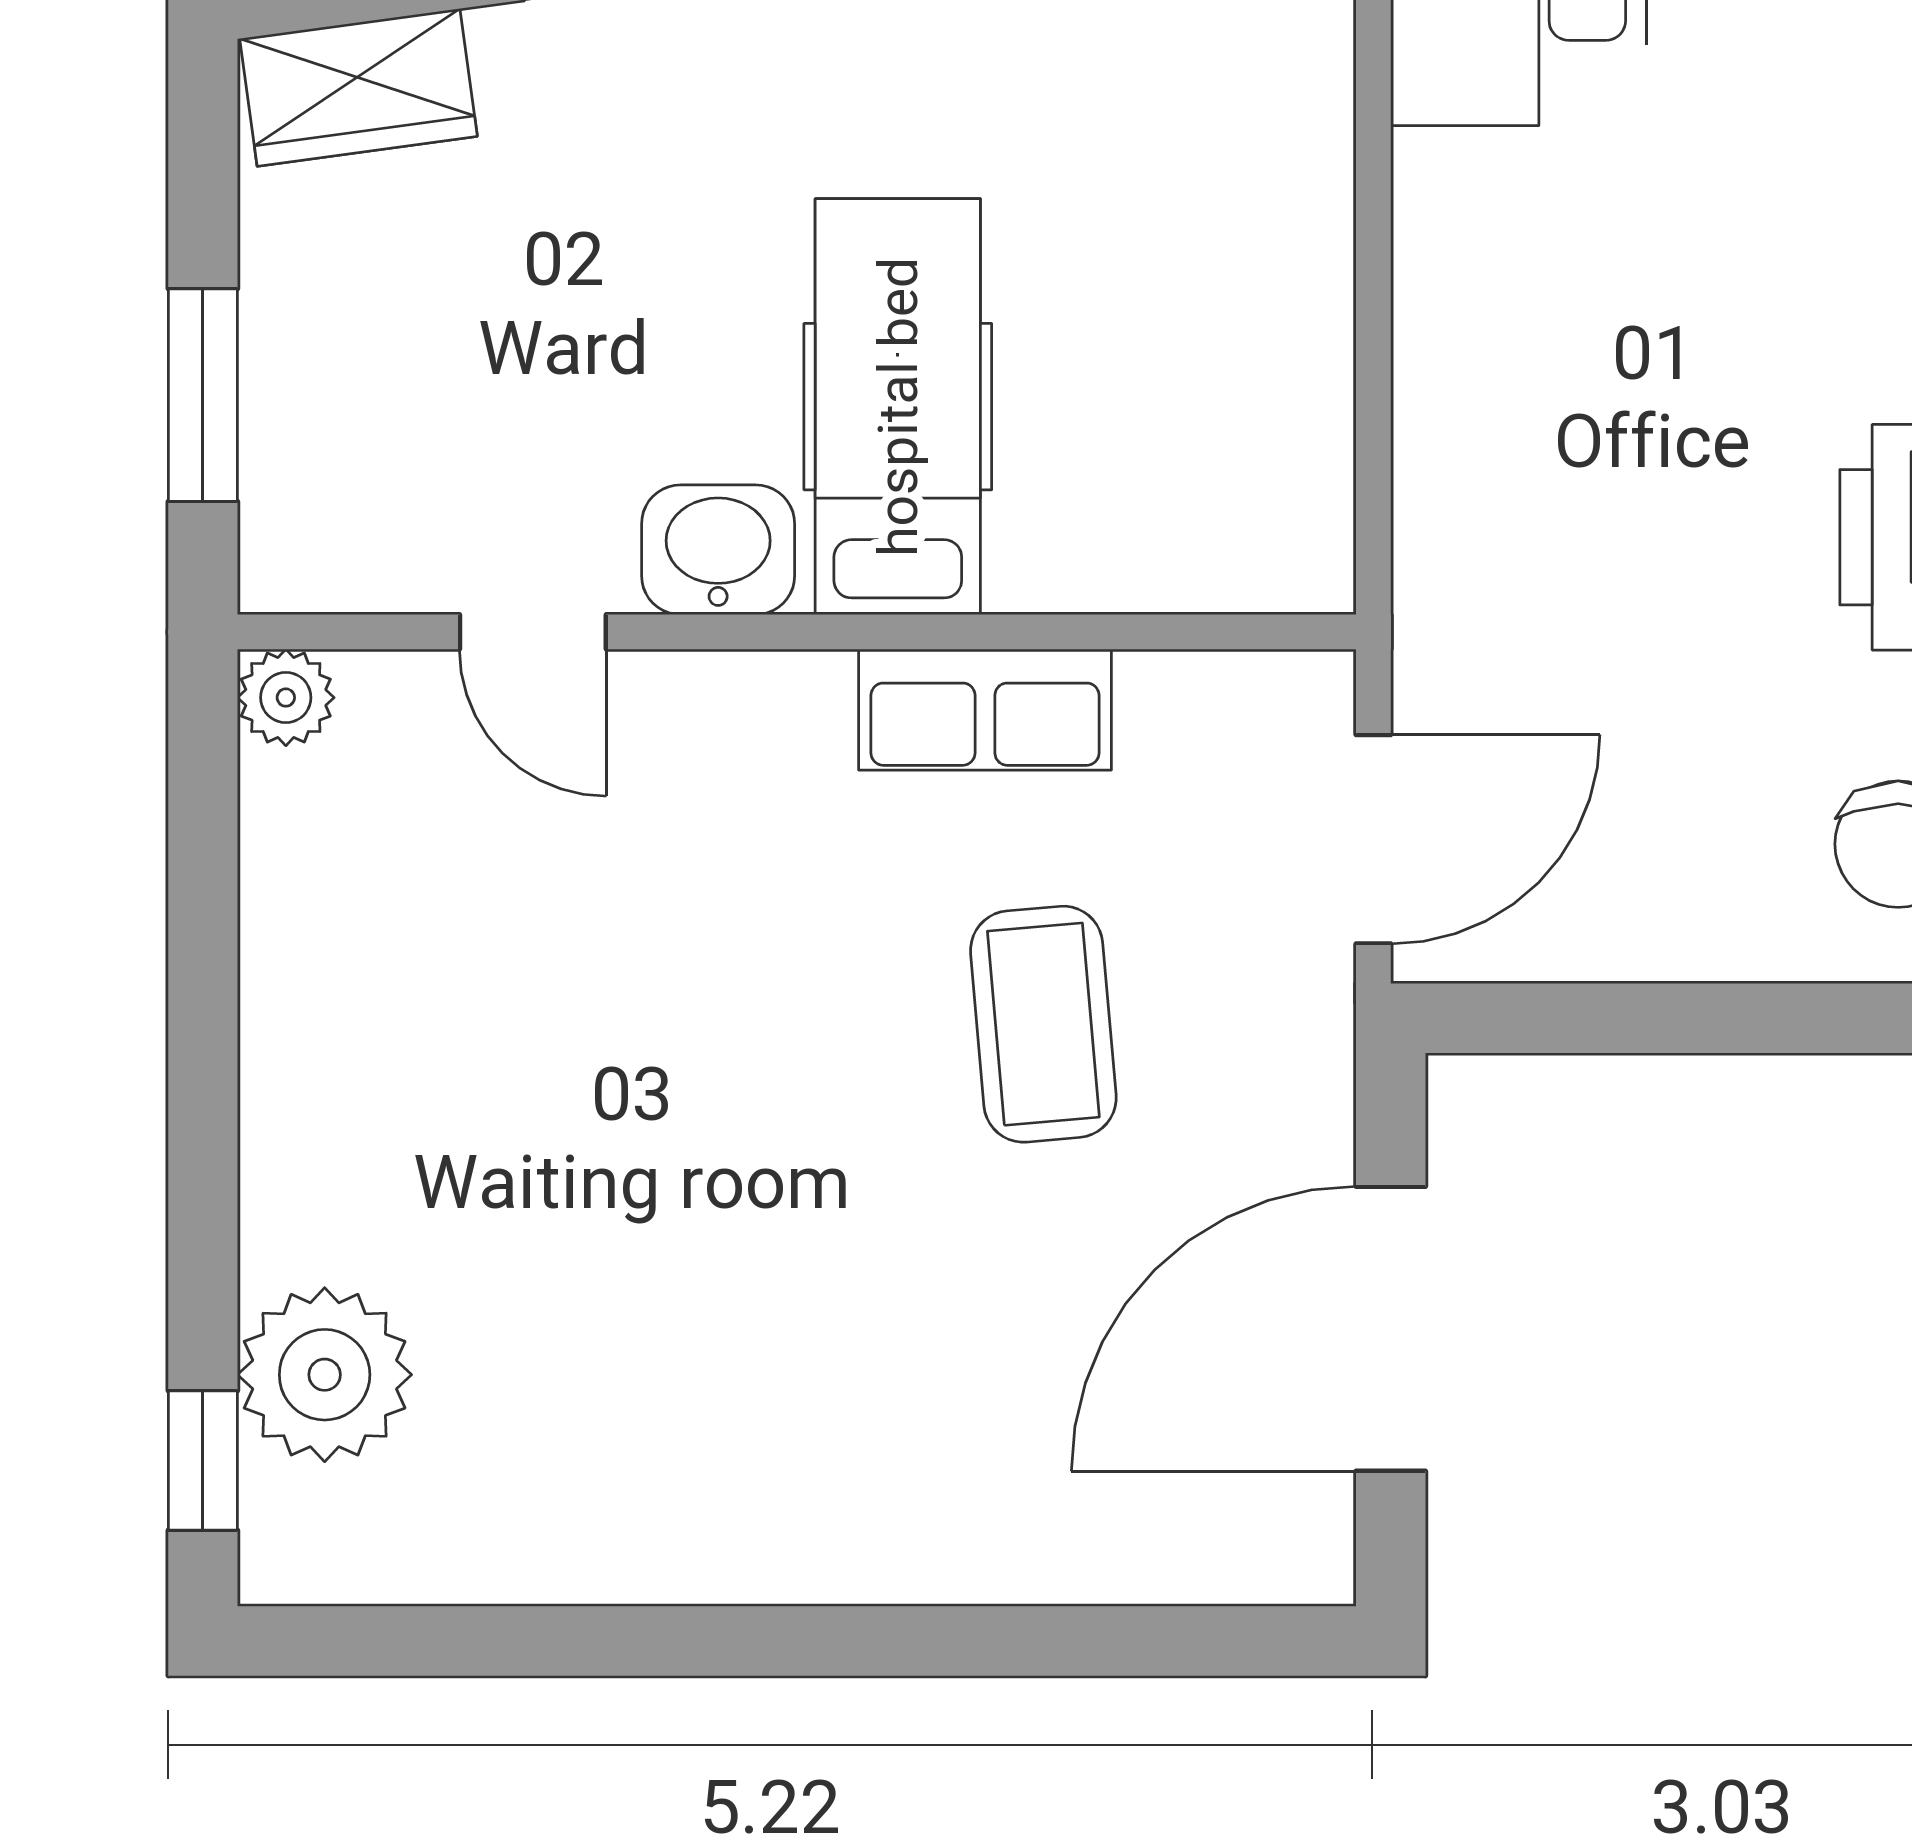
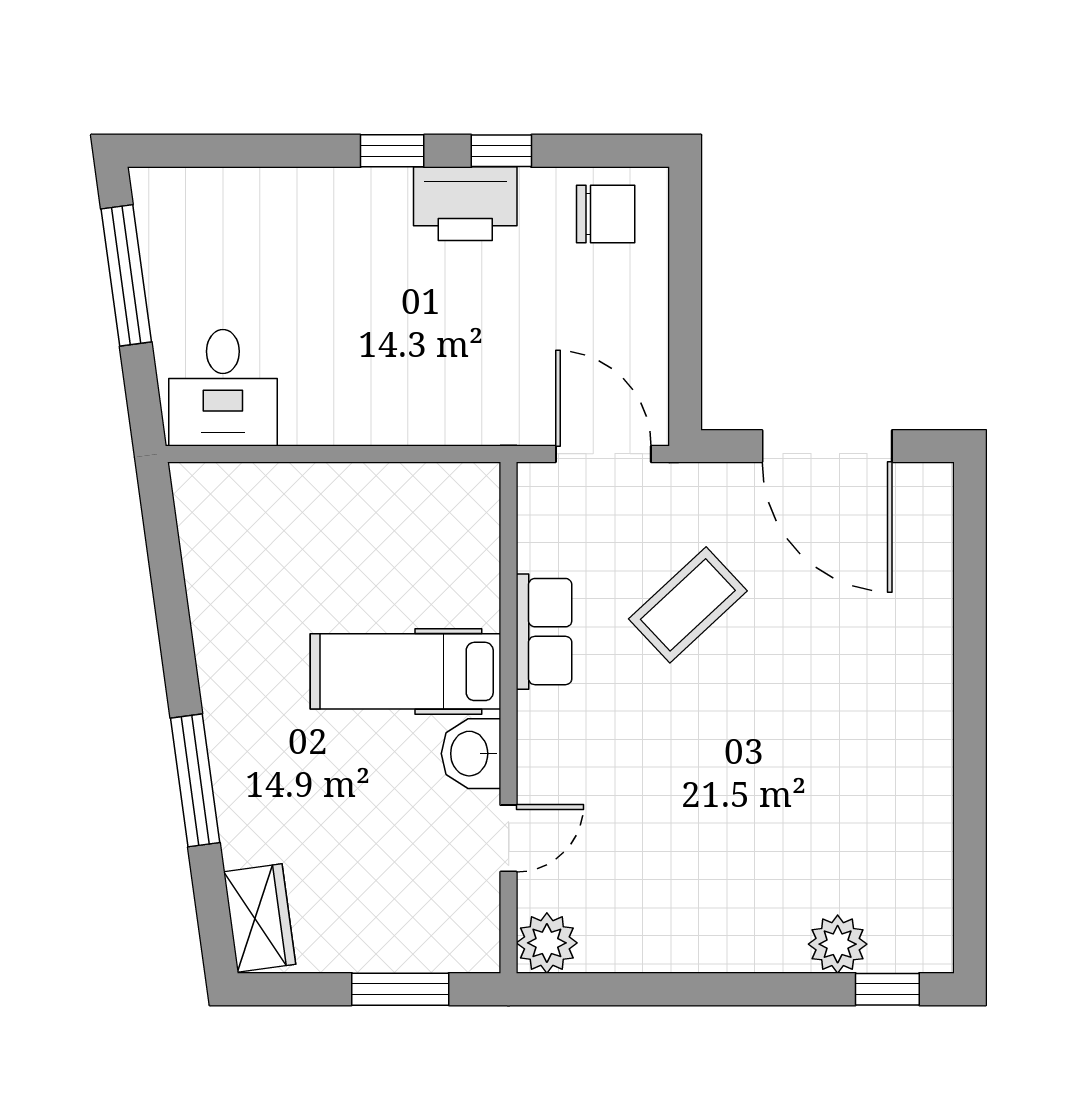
plant: (286, 698) -> (547, 943), width x1.38, depth x1.38
coffee table: (1043, 1024) -> (688, 605), turned -38
plant: (325, 1375) -> (838, 944), width x0.73, depth x0.73

